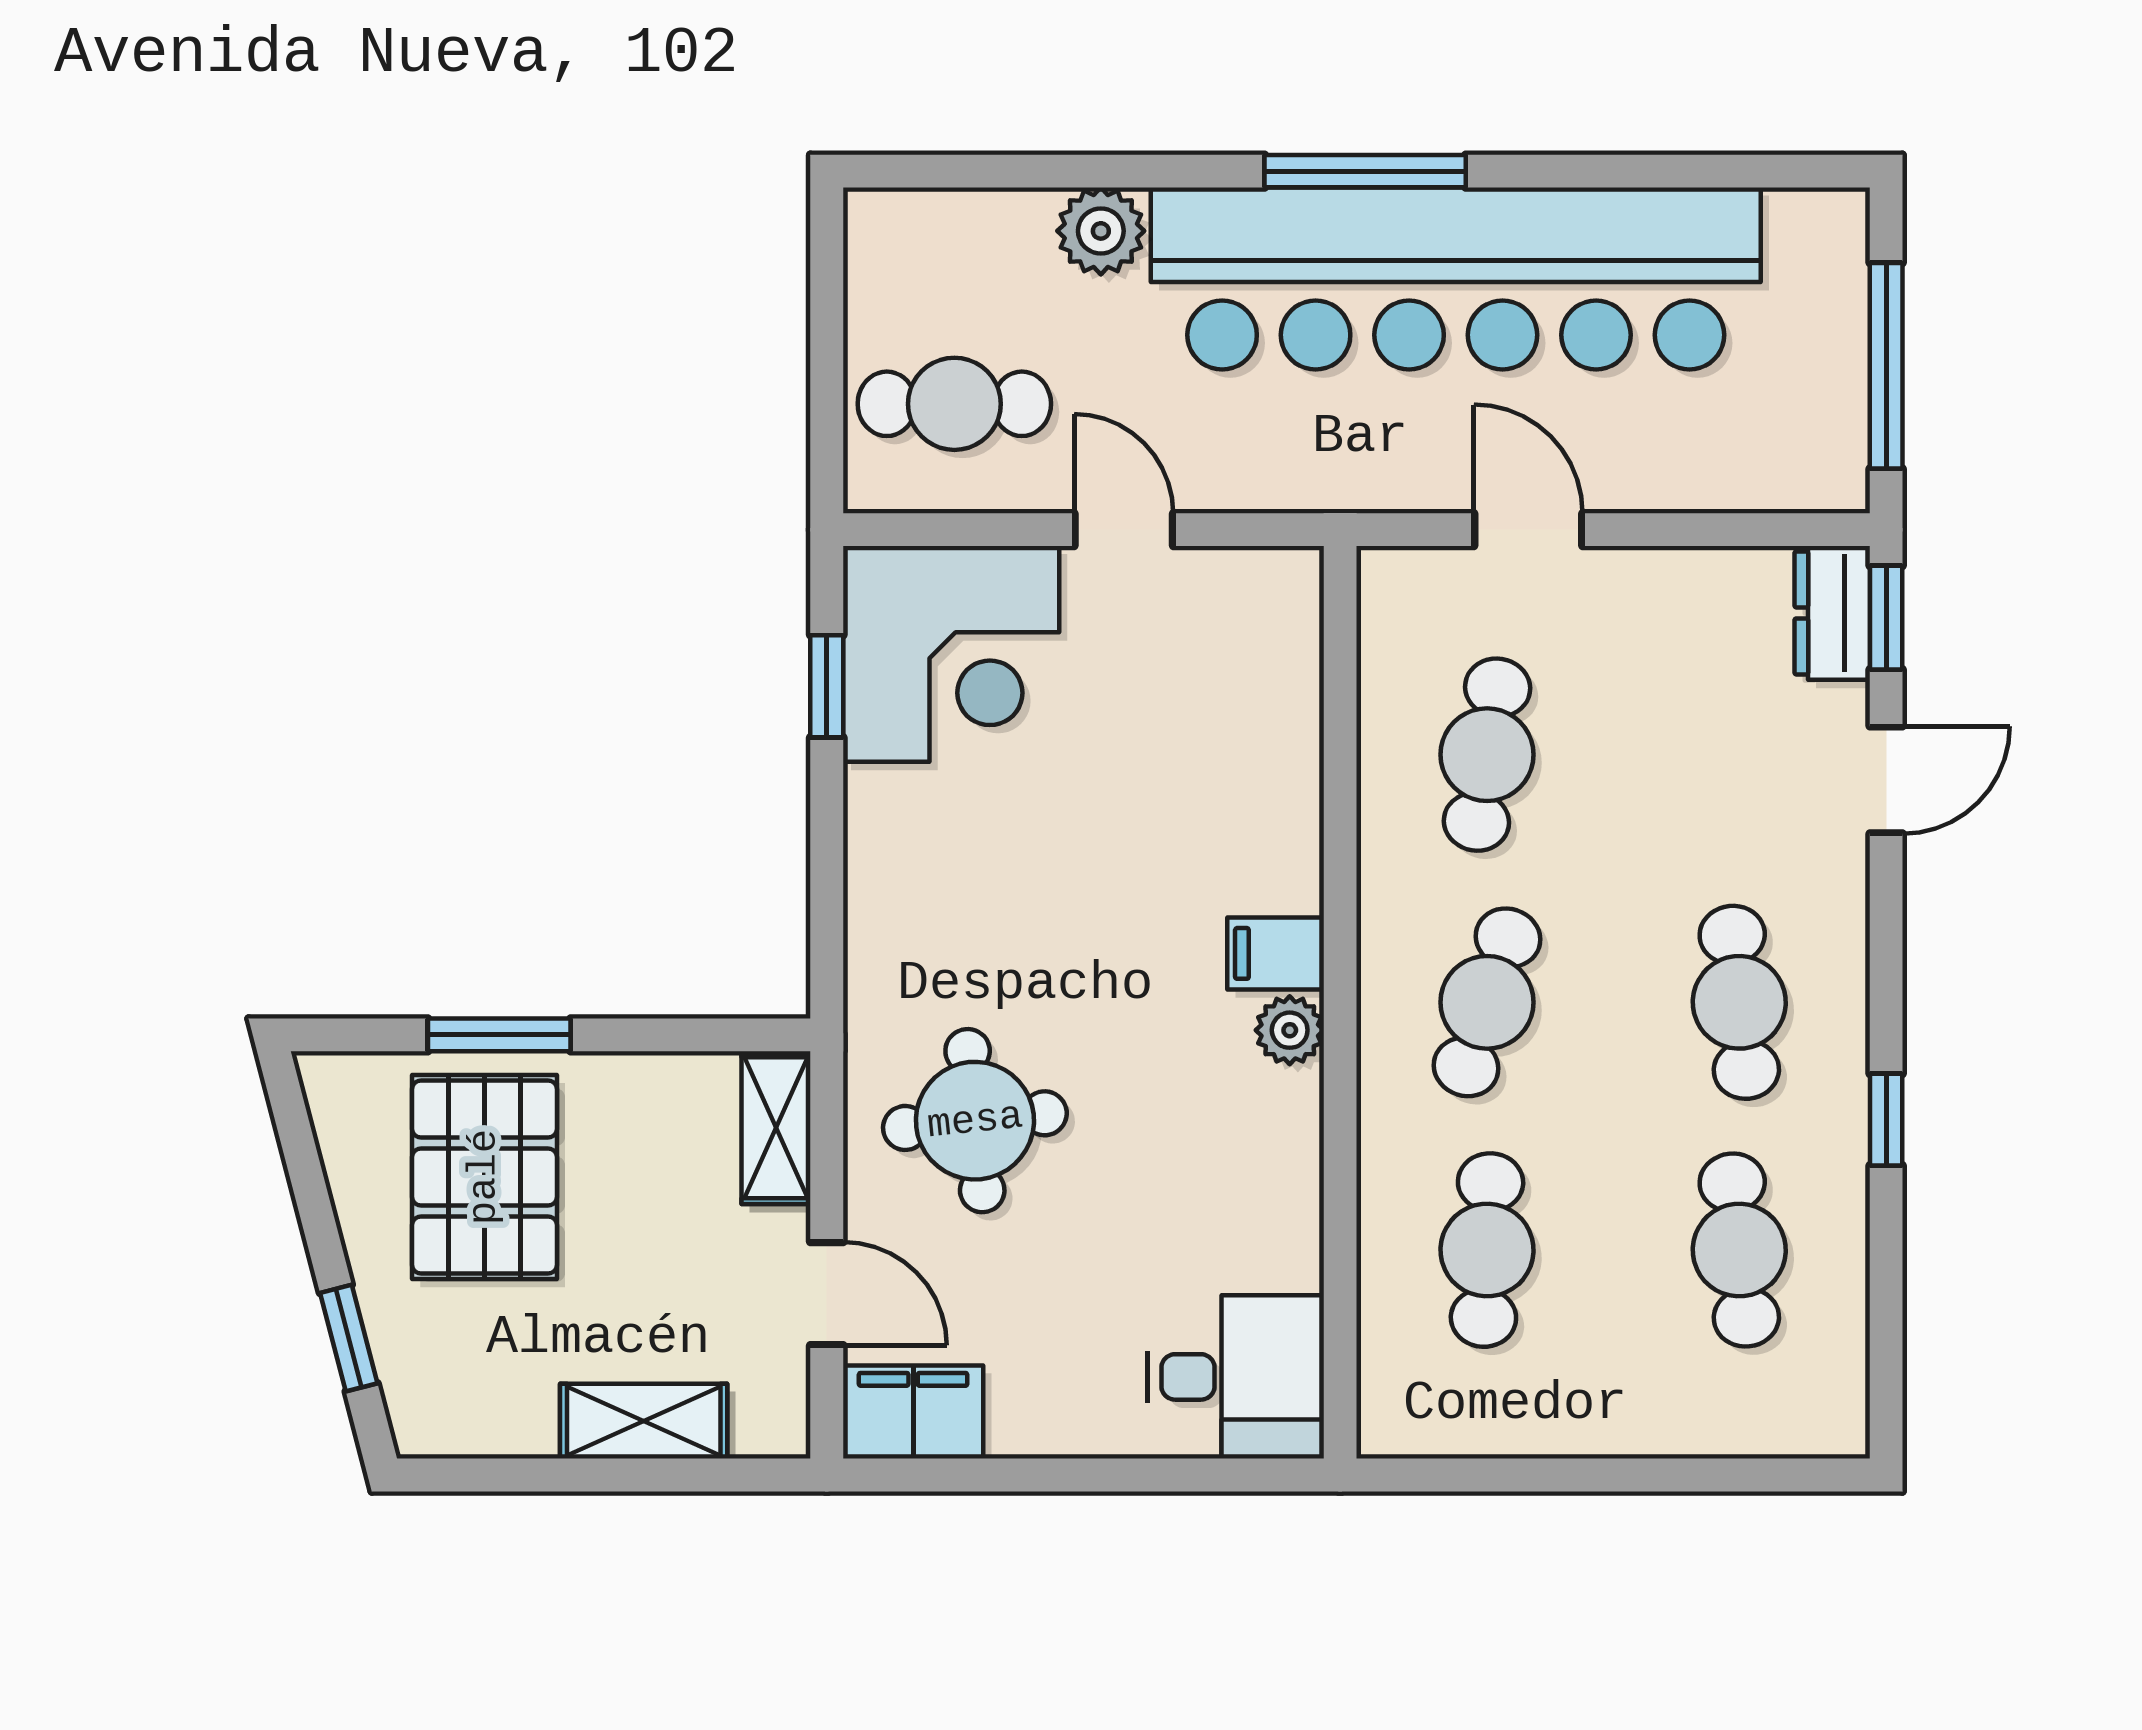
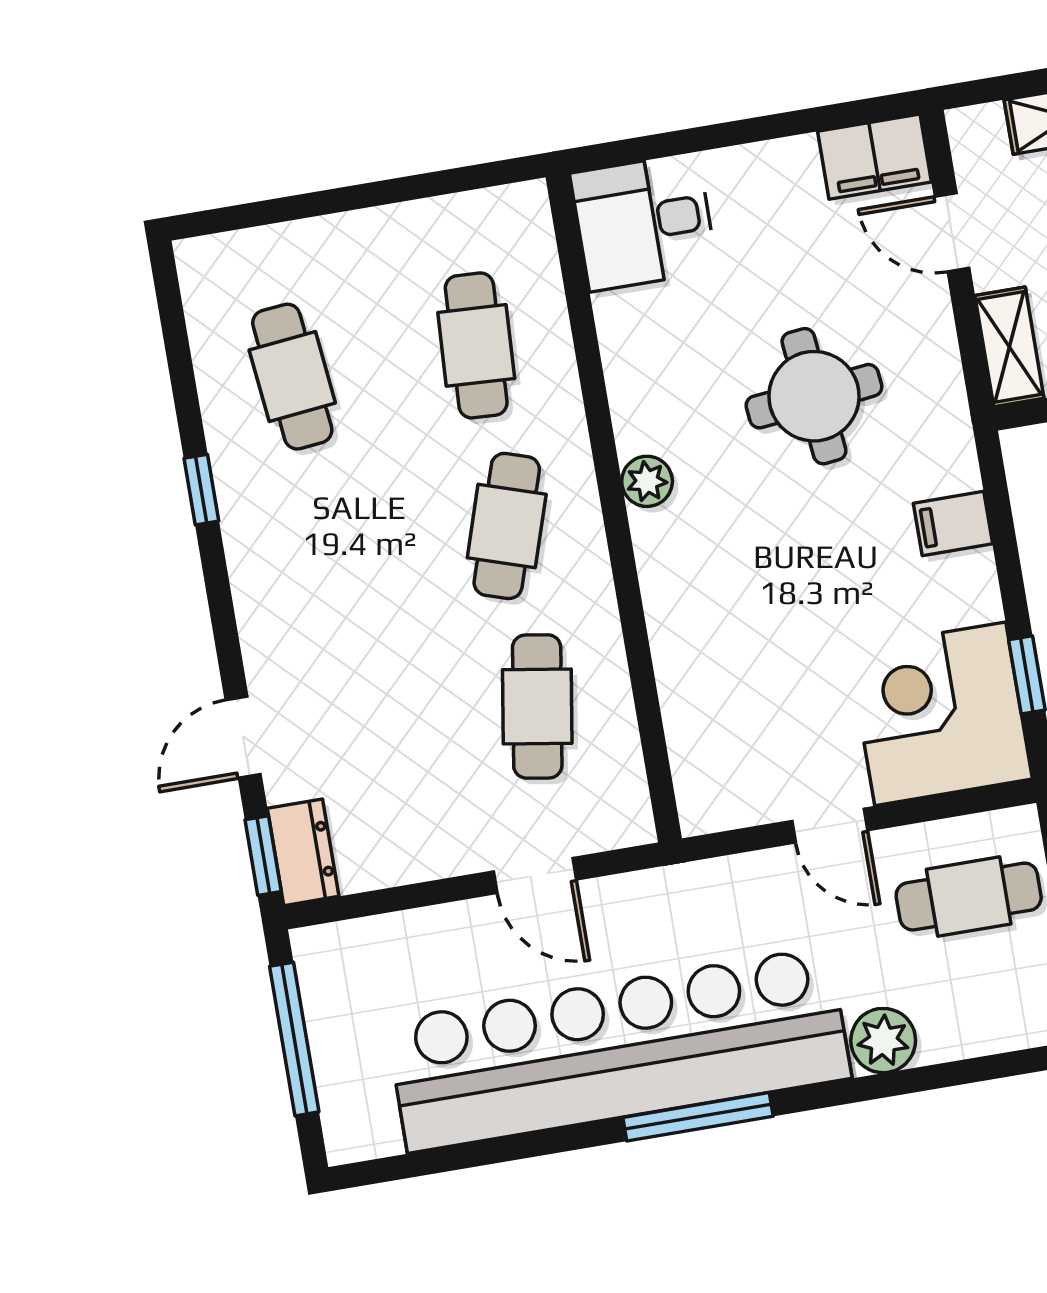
filing cabinet: (1276, 953) -> (953, 524), moved, turned 180
cafe table: (1739, 1002) -> (323, 557), removed
round table: (975, 1121) -> (814, 396), moved

